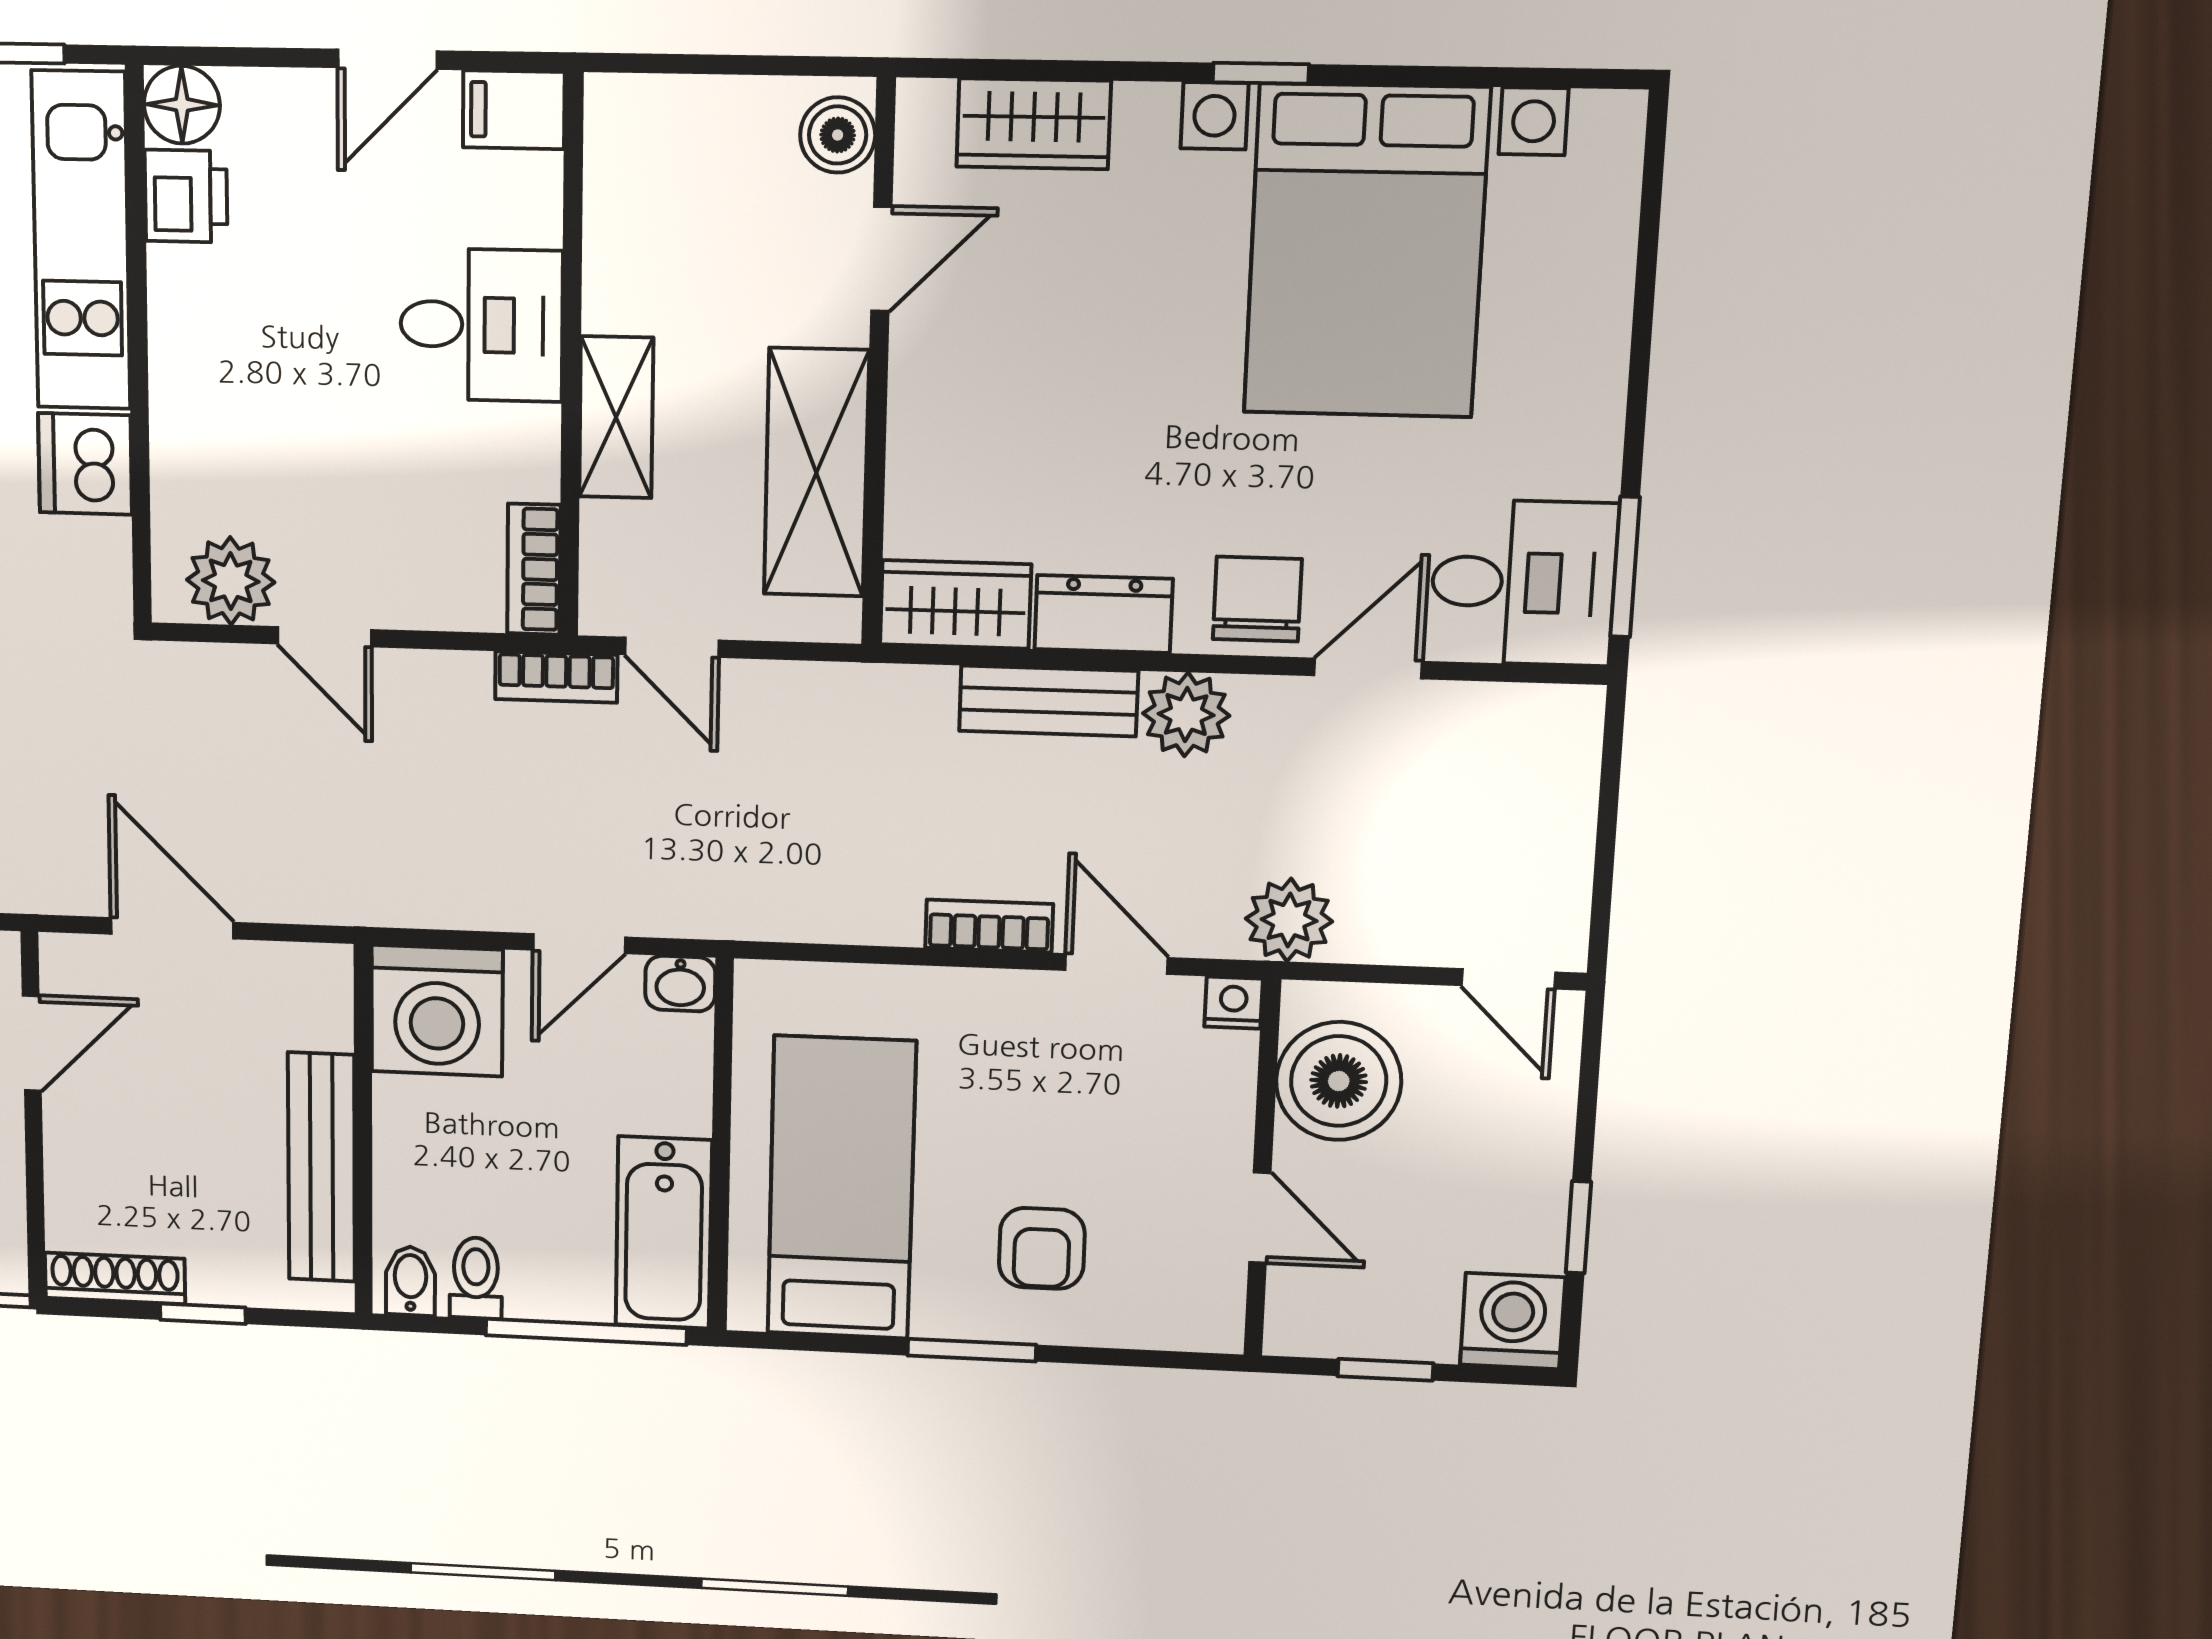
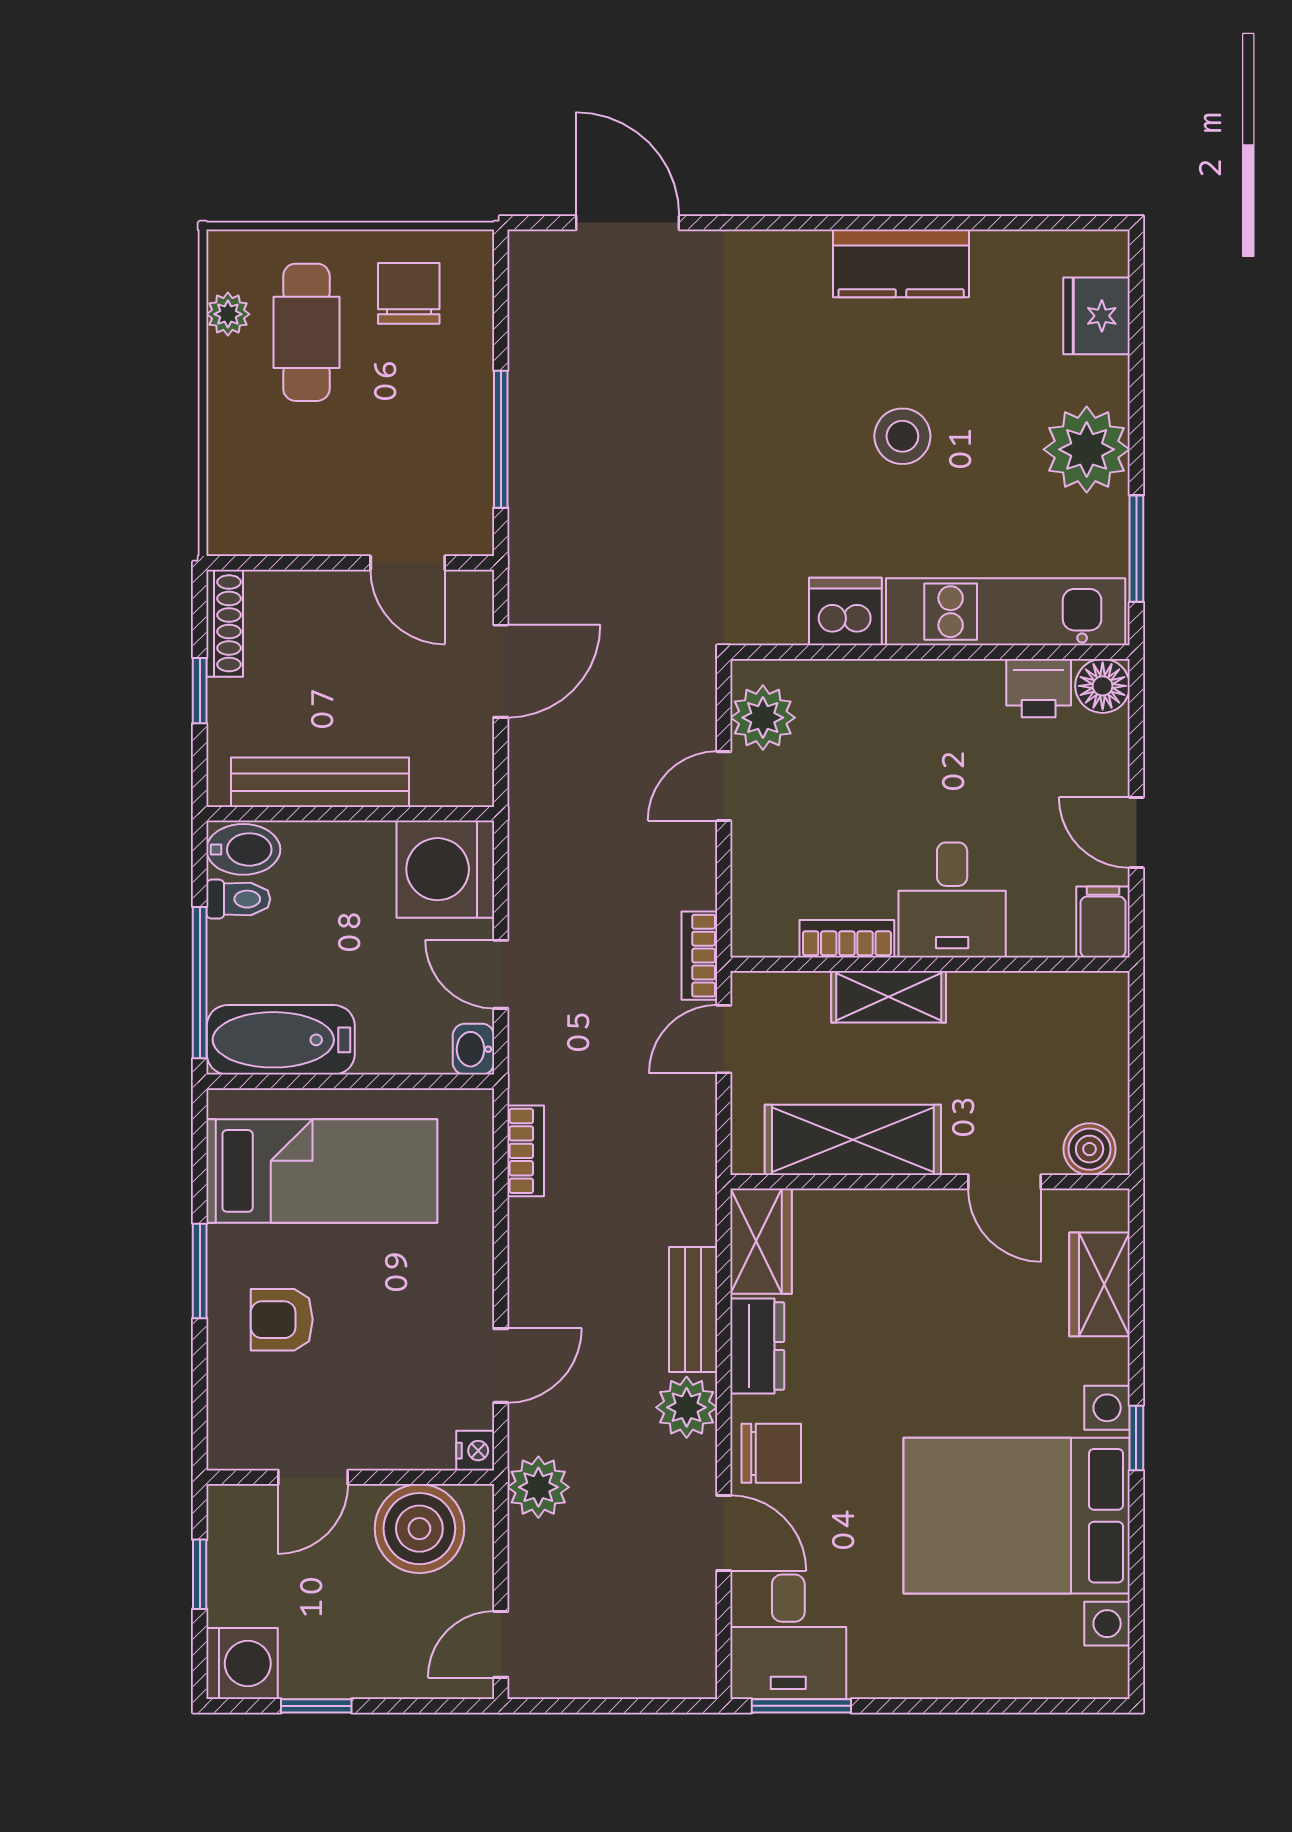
bookcase: (534, 569) -> (847, 939), moved
bookcase: (989, 926) -> (526, 1151), moved
bidet: (410, 1281) -> (243, 849), width x1.38, depth x1.36

